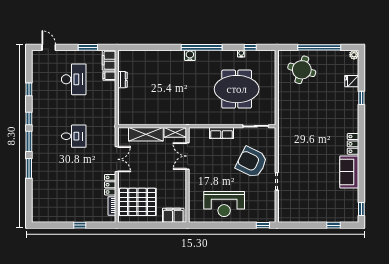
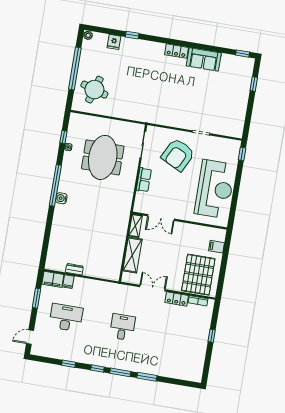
reception desk: (224, 204) -> (215, 189), width x1.36, depth x1.30
filing cabinet: (173, 215) -> (217, 247), width x0.50

